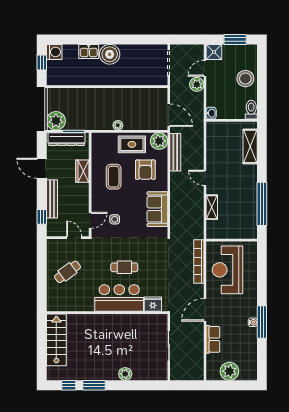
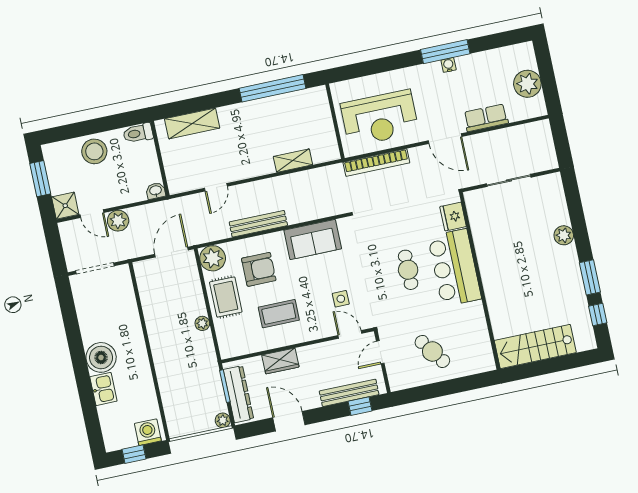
washing machine: (54, 52) -> (148, 432), moved
plant: (56, 121) -> (223, 420), width x0.53, depth x0.53
bench: (175, 152) -> (258, 224), moved
door: (42, 168) -> (289, 421), swing flipped
door: (205, 178) -> (216, 187), moved
bench: (52, 199) -> (349, 393), moved

